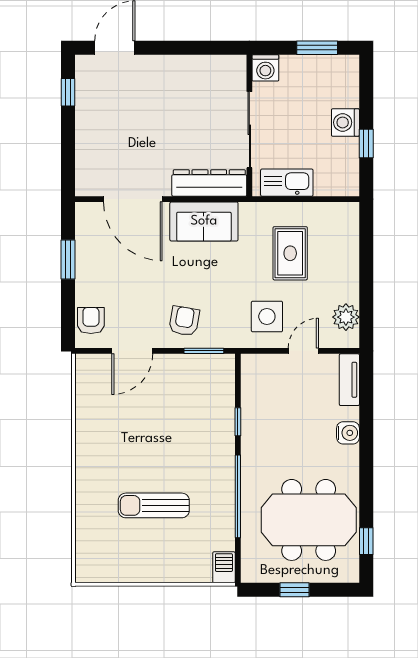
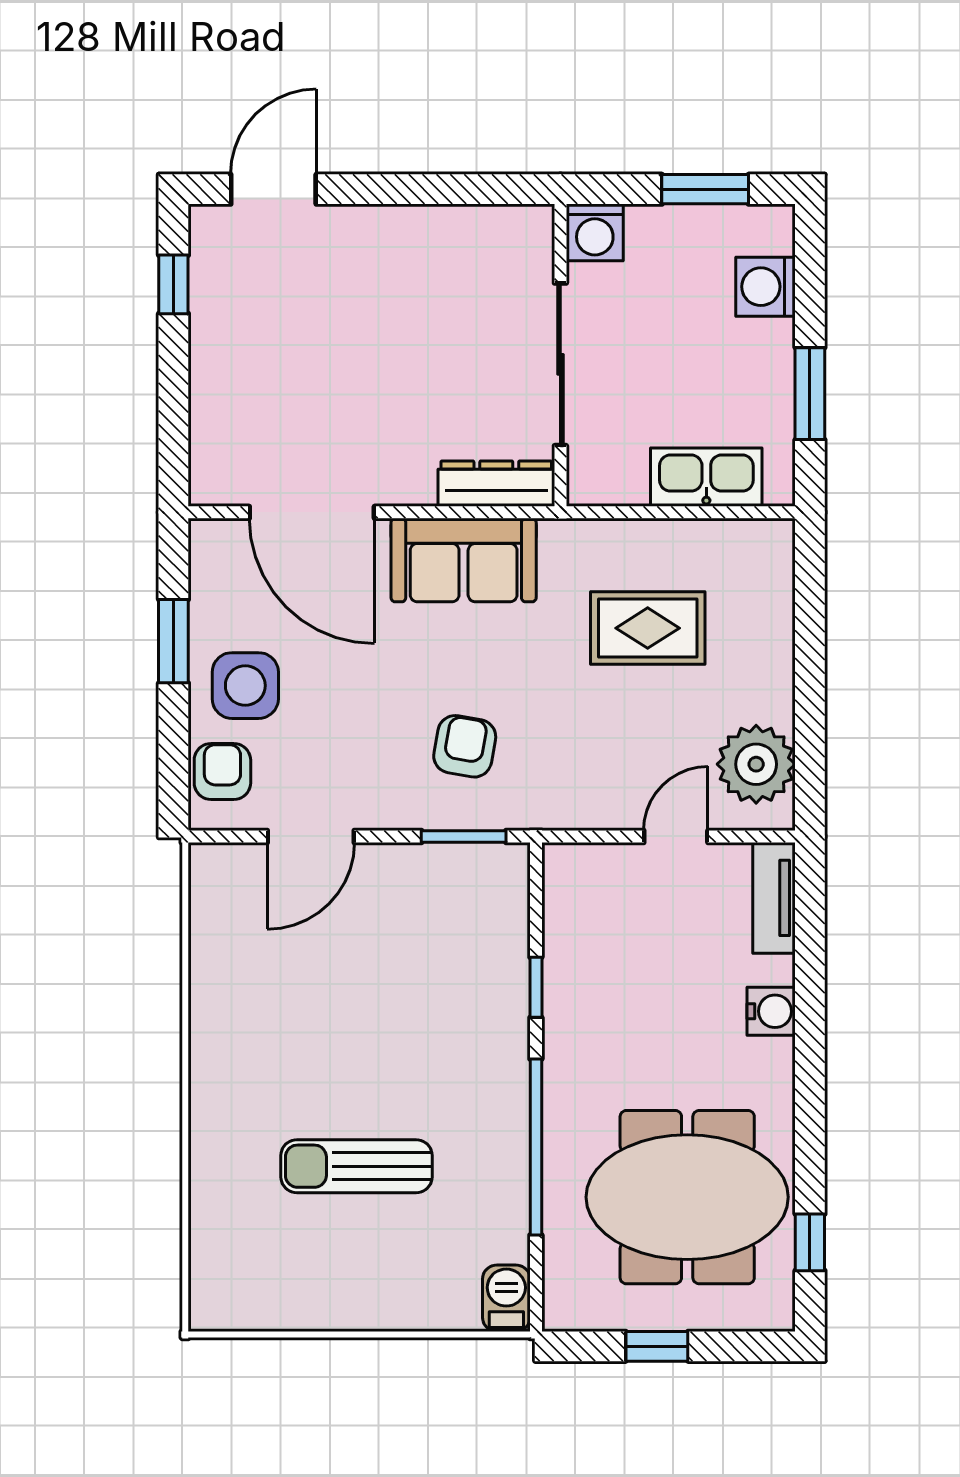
washing machine: (345, 122) -> (766, 287), moved
window: (366, 143) -> (810, 394), width x1.50
dresser: (209, 183) -> (496, 484), width x0.73, depth x0.80
kitchen sink: (287, 183) -> (706, 477), moved
rug: (290, 253) -> (648, 628), turned 90
side table: (267, 316) -> (245, 686), moved
plant: (346, 317) -> (756, 764), width x1.36, depth x1.36
armchair: (184, 321) -> (465, 746), moved

